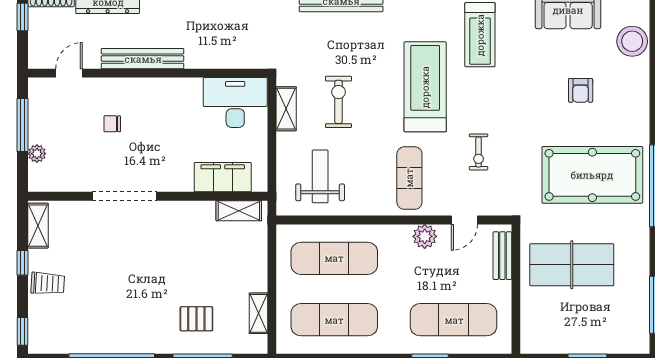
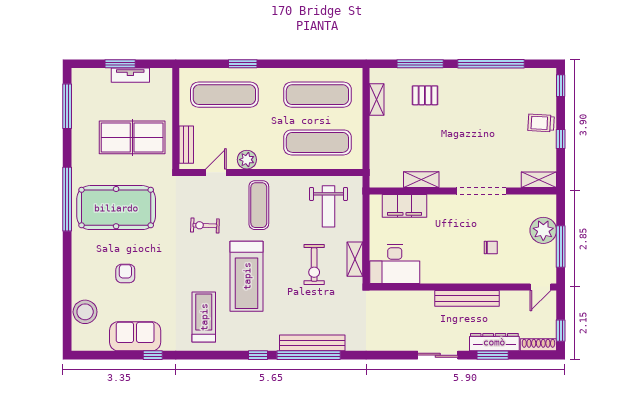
door: (69, 73) -> (541, 287), moved
exercise bike: (479, 152) -> (205, 225), turned -88
plant: (37, 154) -> (543, 230), width x1.87, depth x1.87
shelving: (239, 211) -> (421, 180), moved
shelving: (38, 226) -> (539, 180), moved, turned 90
tv unit: (574, 345) -> (130, 75), added

